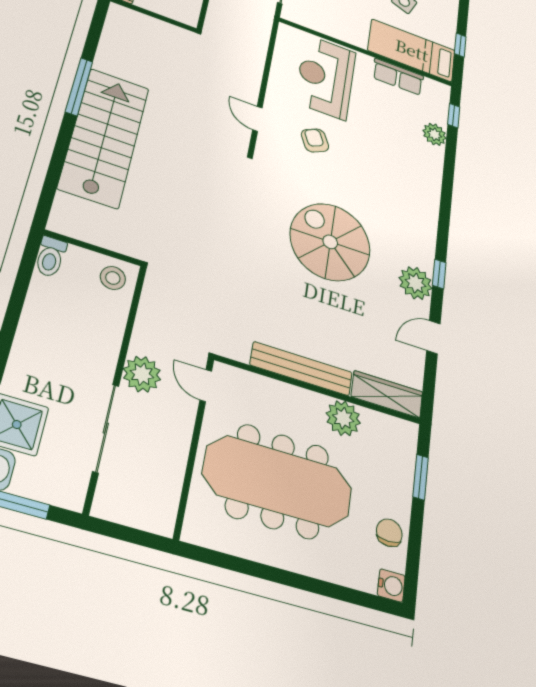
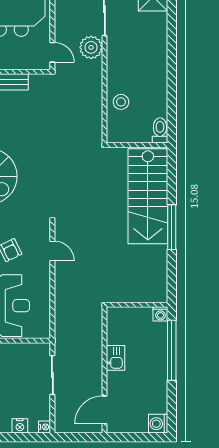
wall: (93, 248) -> (137, 145), moved
toilet: (51, 257) -> (160, 130), moved

